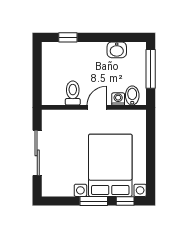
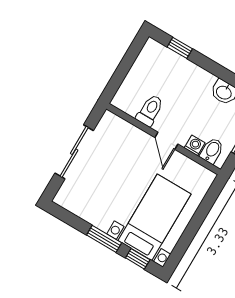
door: (97, 107) -> (166, 141), swing flipped
bed with nightstands: (110, 165) -> (155, 217), width x0.73

